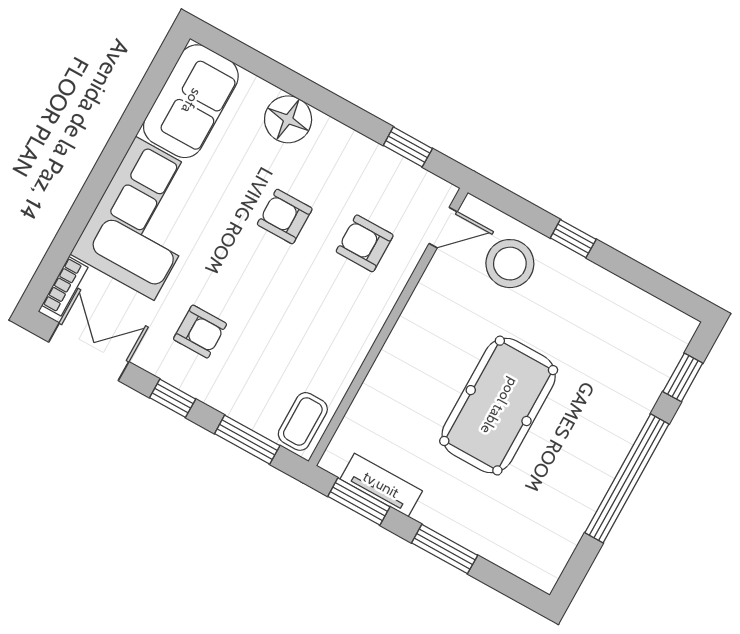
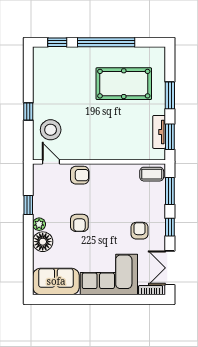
plant: (328, 132) -> (39, 224), added
window: (408, 147) -> (28, 205), moved
armchair: (365, 243) -> (80, 175), moved, turned -90
pool table: (499, 406) -> (124, 84), moved

